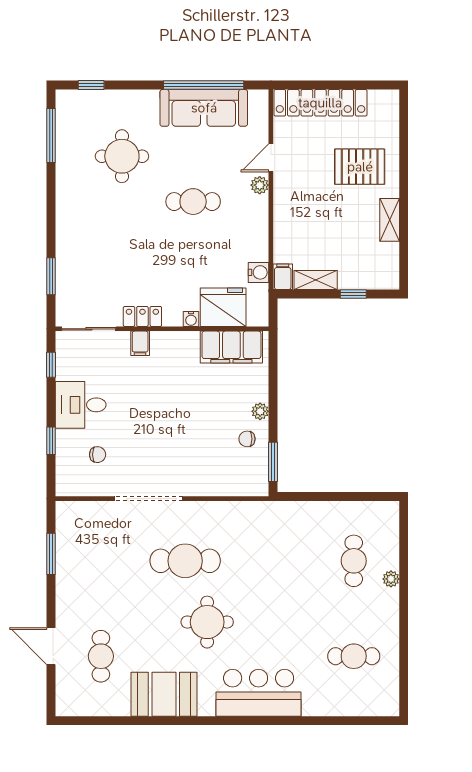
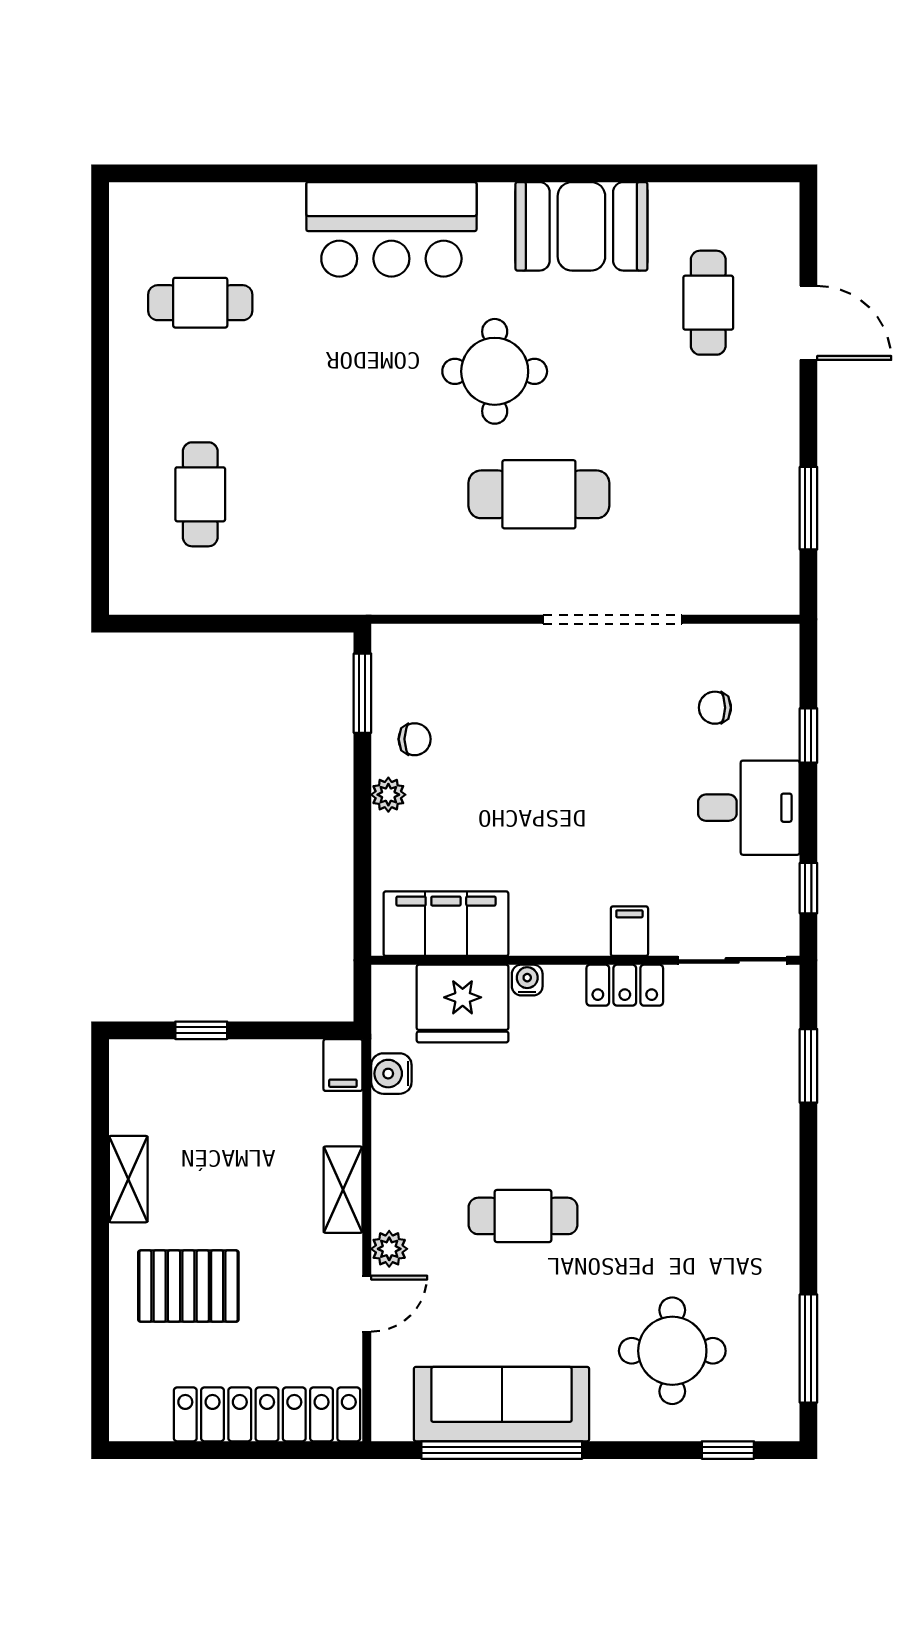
round table: (122, 156) -> (672, 1351), moved
shelving: (316, 280) -> (343, 1190), moved, turned 90
plant: (391, 579) -> (125, 458), removed

